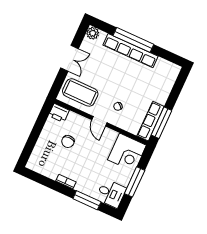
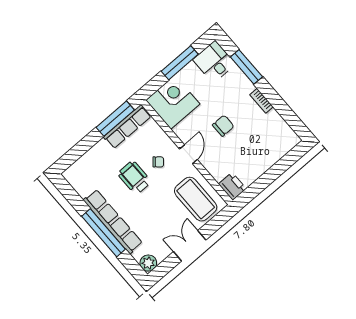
wheelchair: (129, 88) -> (134, 178), added
chair: (68, 142) -> (223, 126), moved

